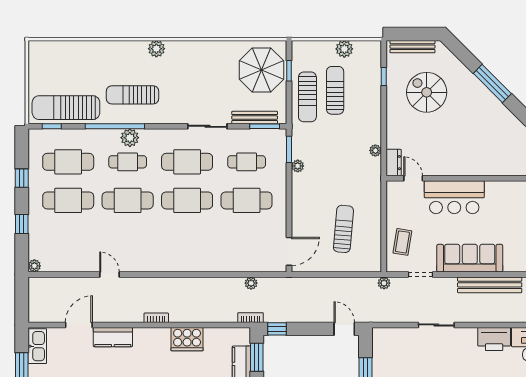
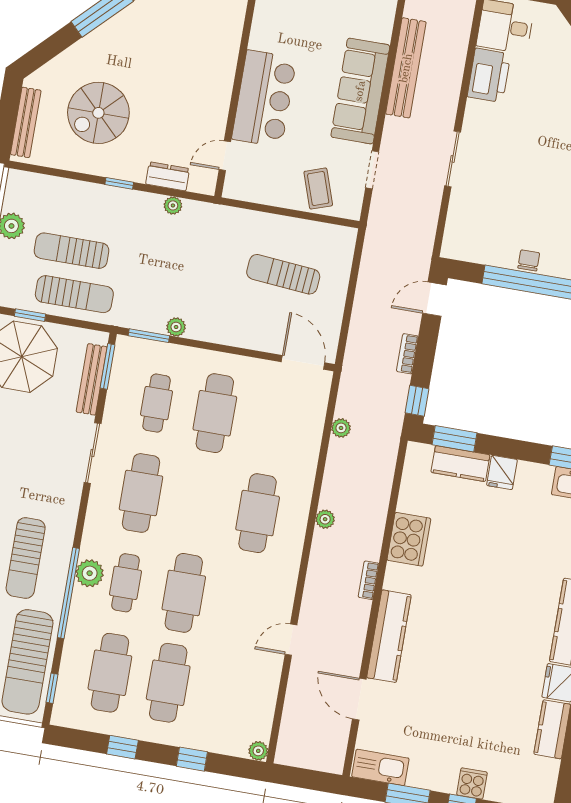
window: (384, 77) -> (119, 183), moved
dresser: (394, 163) -> (168, 176), moved
cafe table: (187, 200) -> (258, 513), moved
coffee table: (402, 242) -> (318, 189), turned 62
plant: (384, 283) -> (325, 519), moved
bookcase: (250, 318) -> (407, 354), moved
kitchen counter: (113, 337) -> (389, 636), width x1.50

